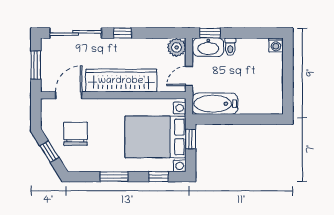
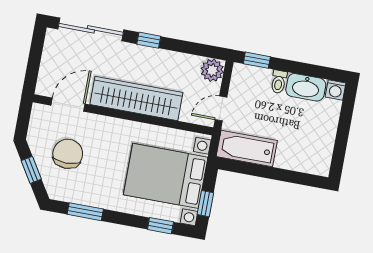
washbasin: (208, 47) -> (306, 87), moved
window: (36, 65) -> (34, 60), removed
window: (191, 139) -> (205, 204), moved
window: (114, 177) -> (85, 212), moved

